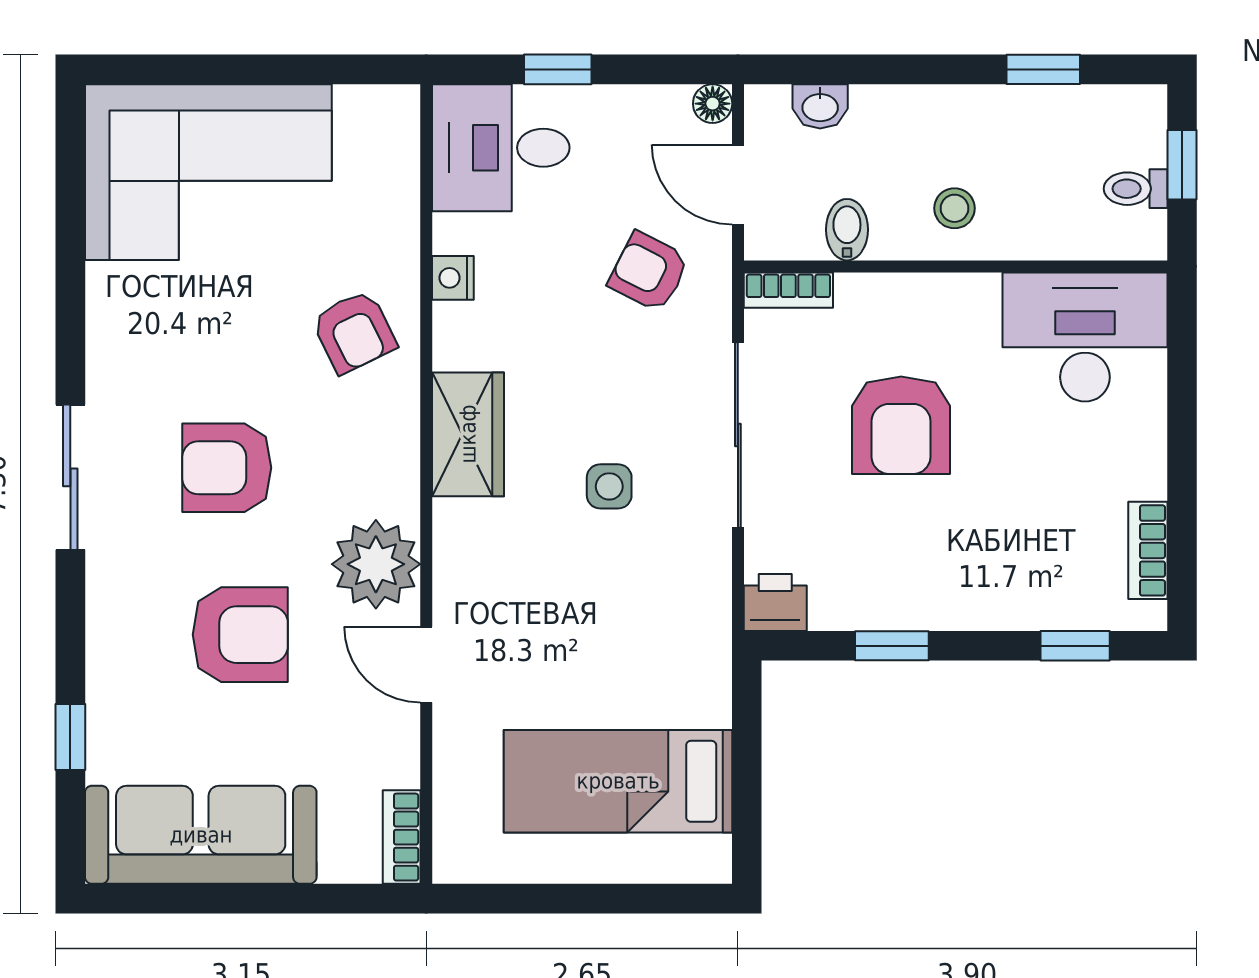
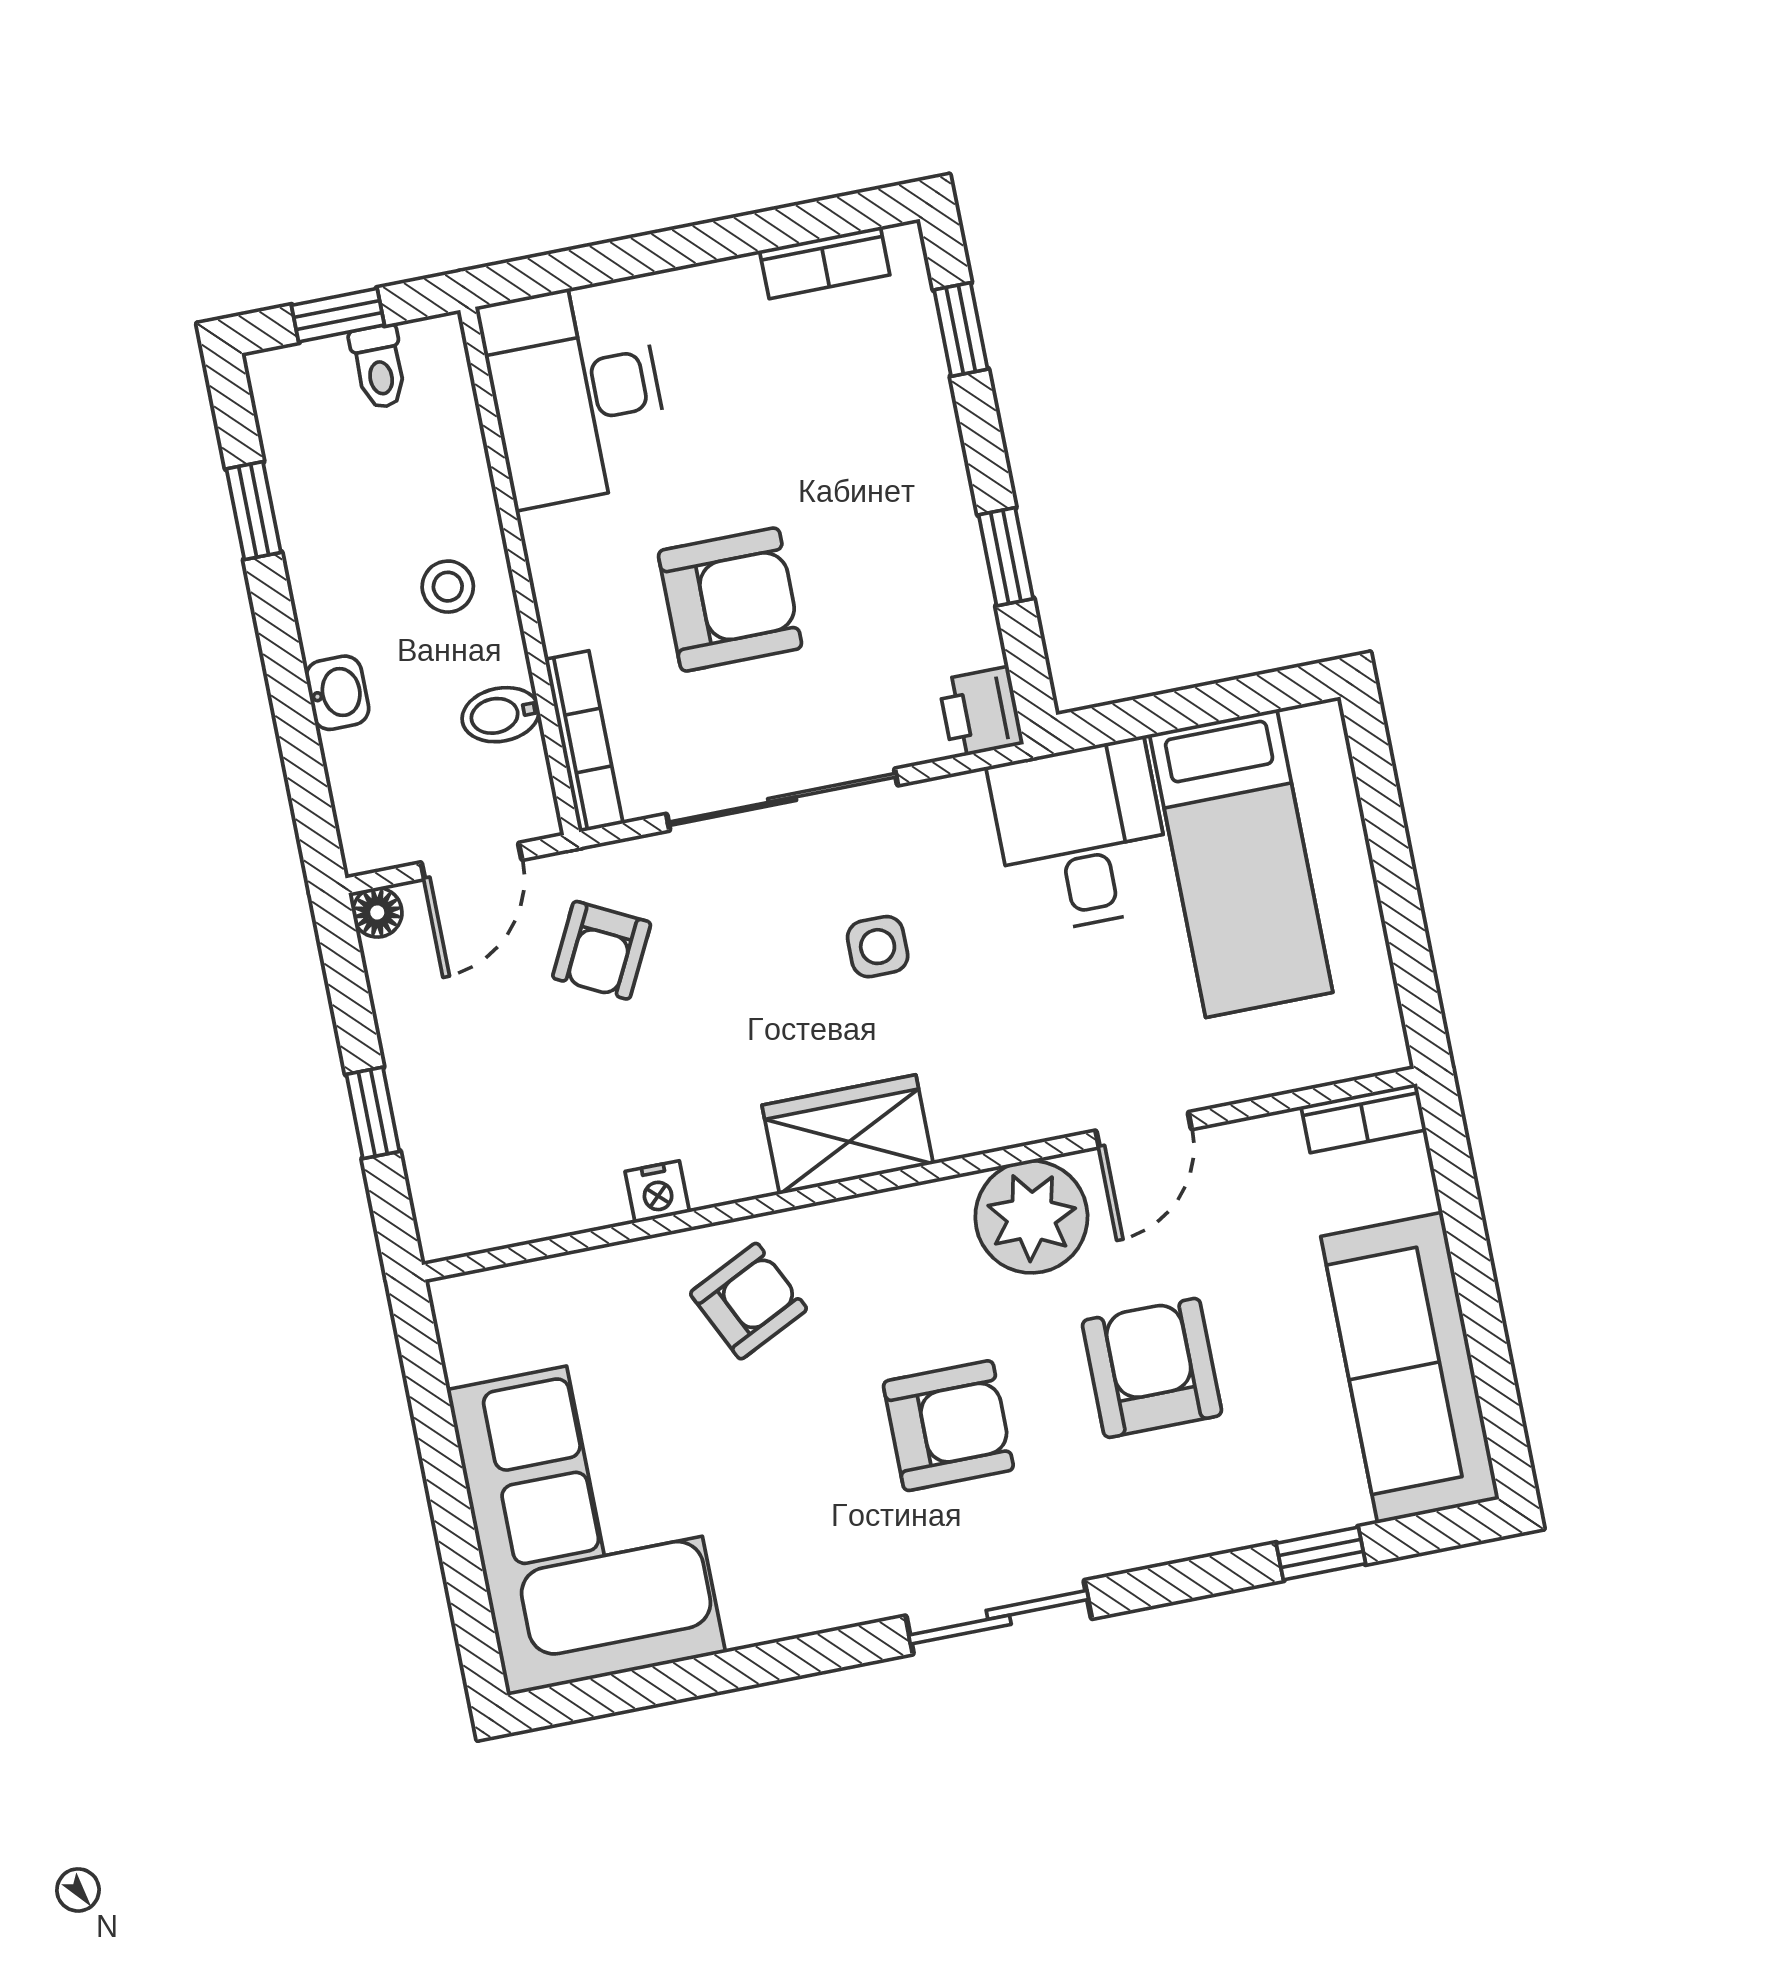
washbasin: (820, 106) -> (337, 693), moved
desk: (501, 148) -> (1081, 836), moved, turned 180
bookcase: (788, 290) -> (584, 741), width x1.56
armchair: (227, 468) -> (948, 1426), turned -90

